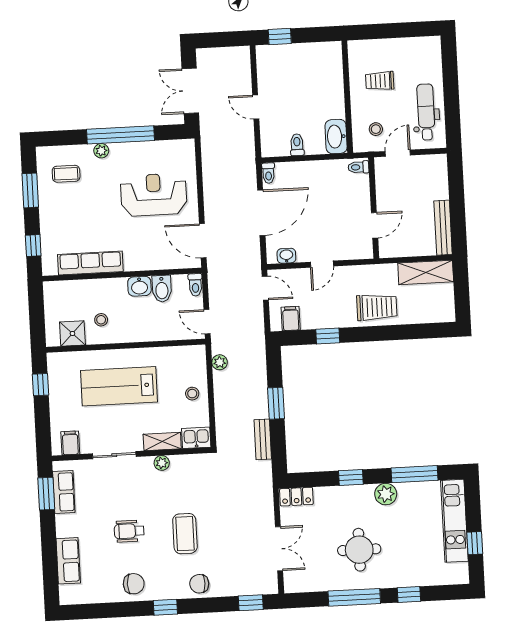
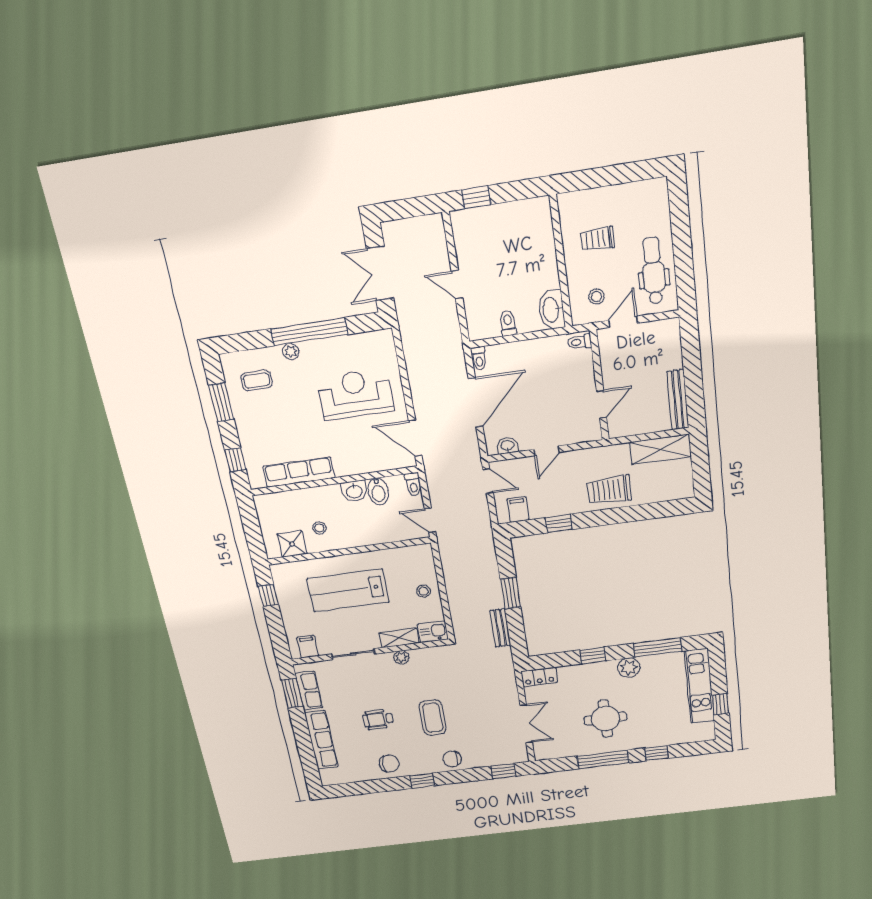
trolley: (377, 307) -> (609, 490), turned 180
plant: (220, 362) -> (448, 559), removed
row of seats: (68, 561) -> (321, 740), width x1.48

